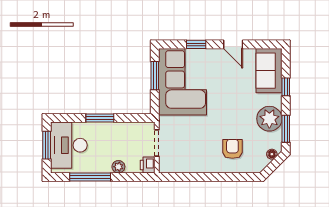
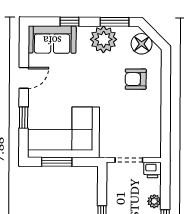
floor lamp: (272, 154) -> (142, 44), width x1.89, depth x1.89

